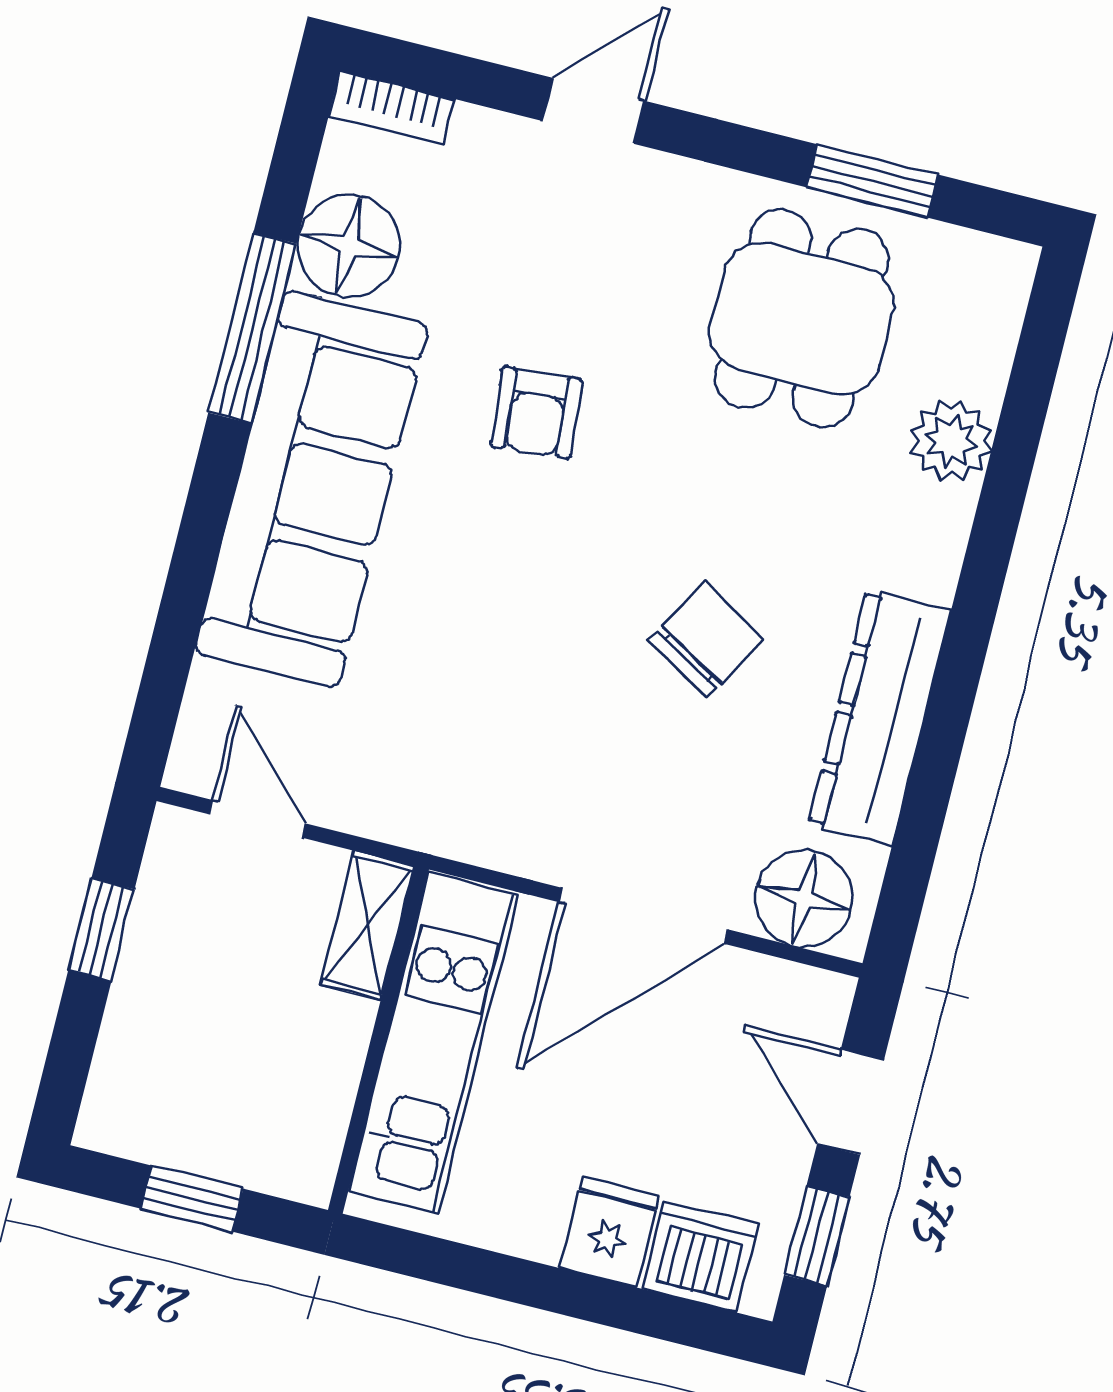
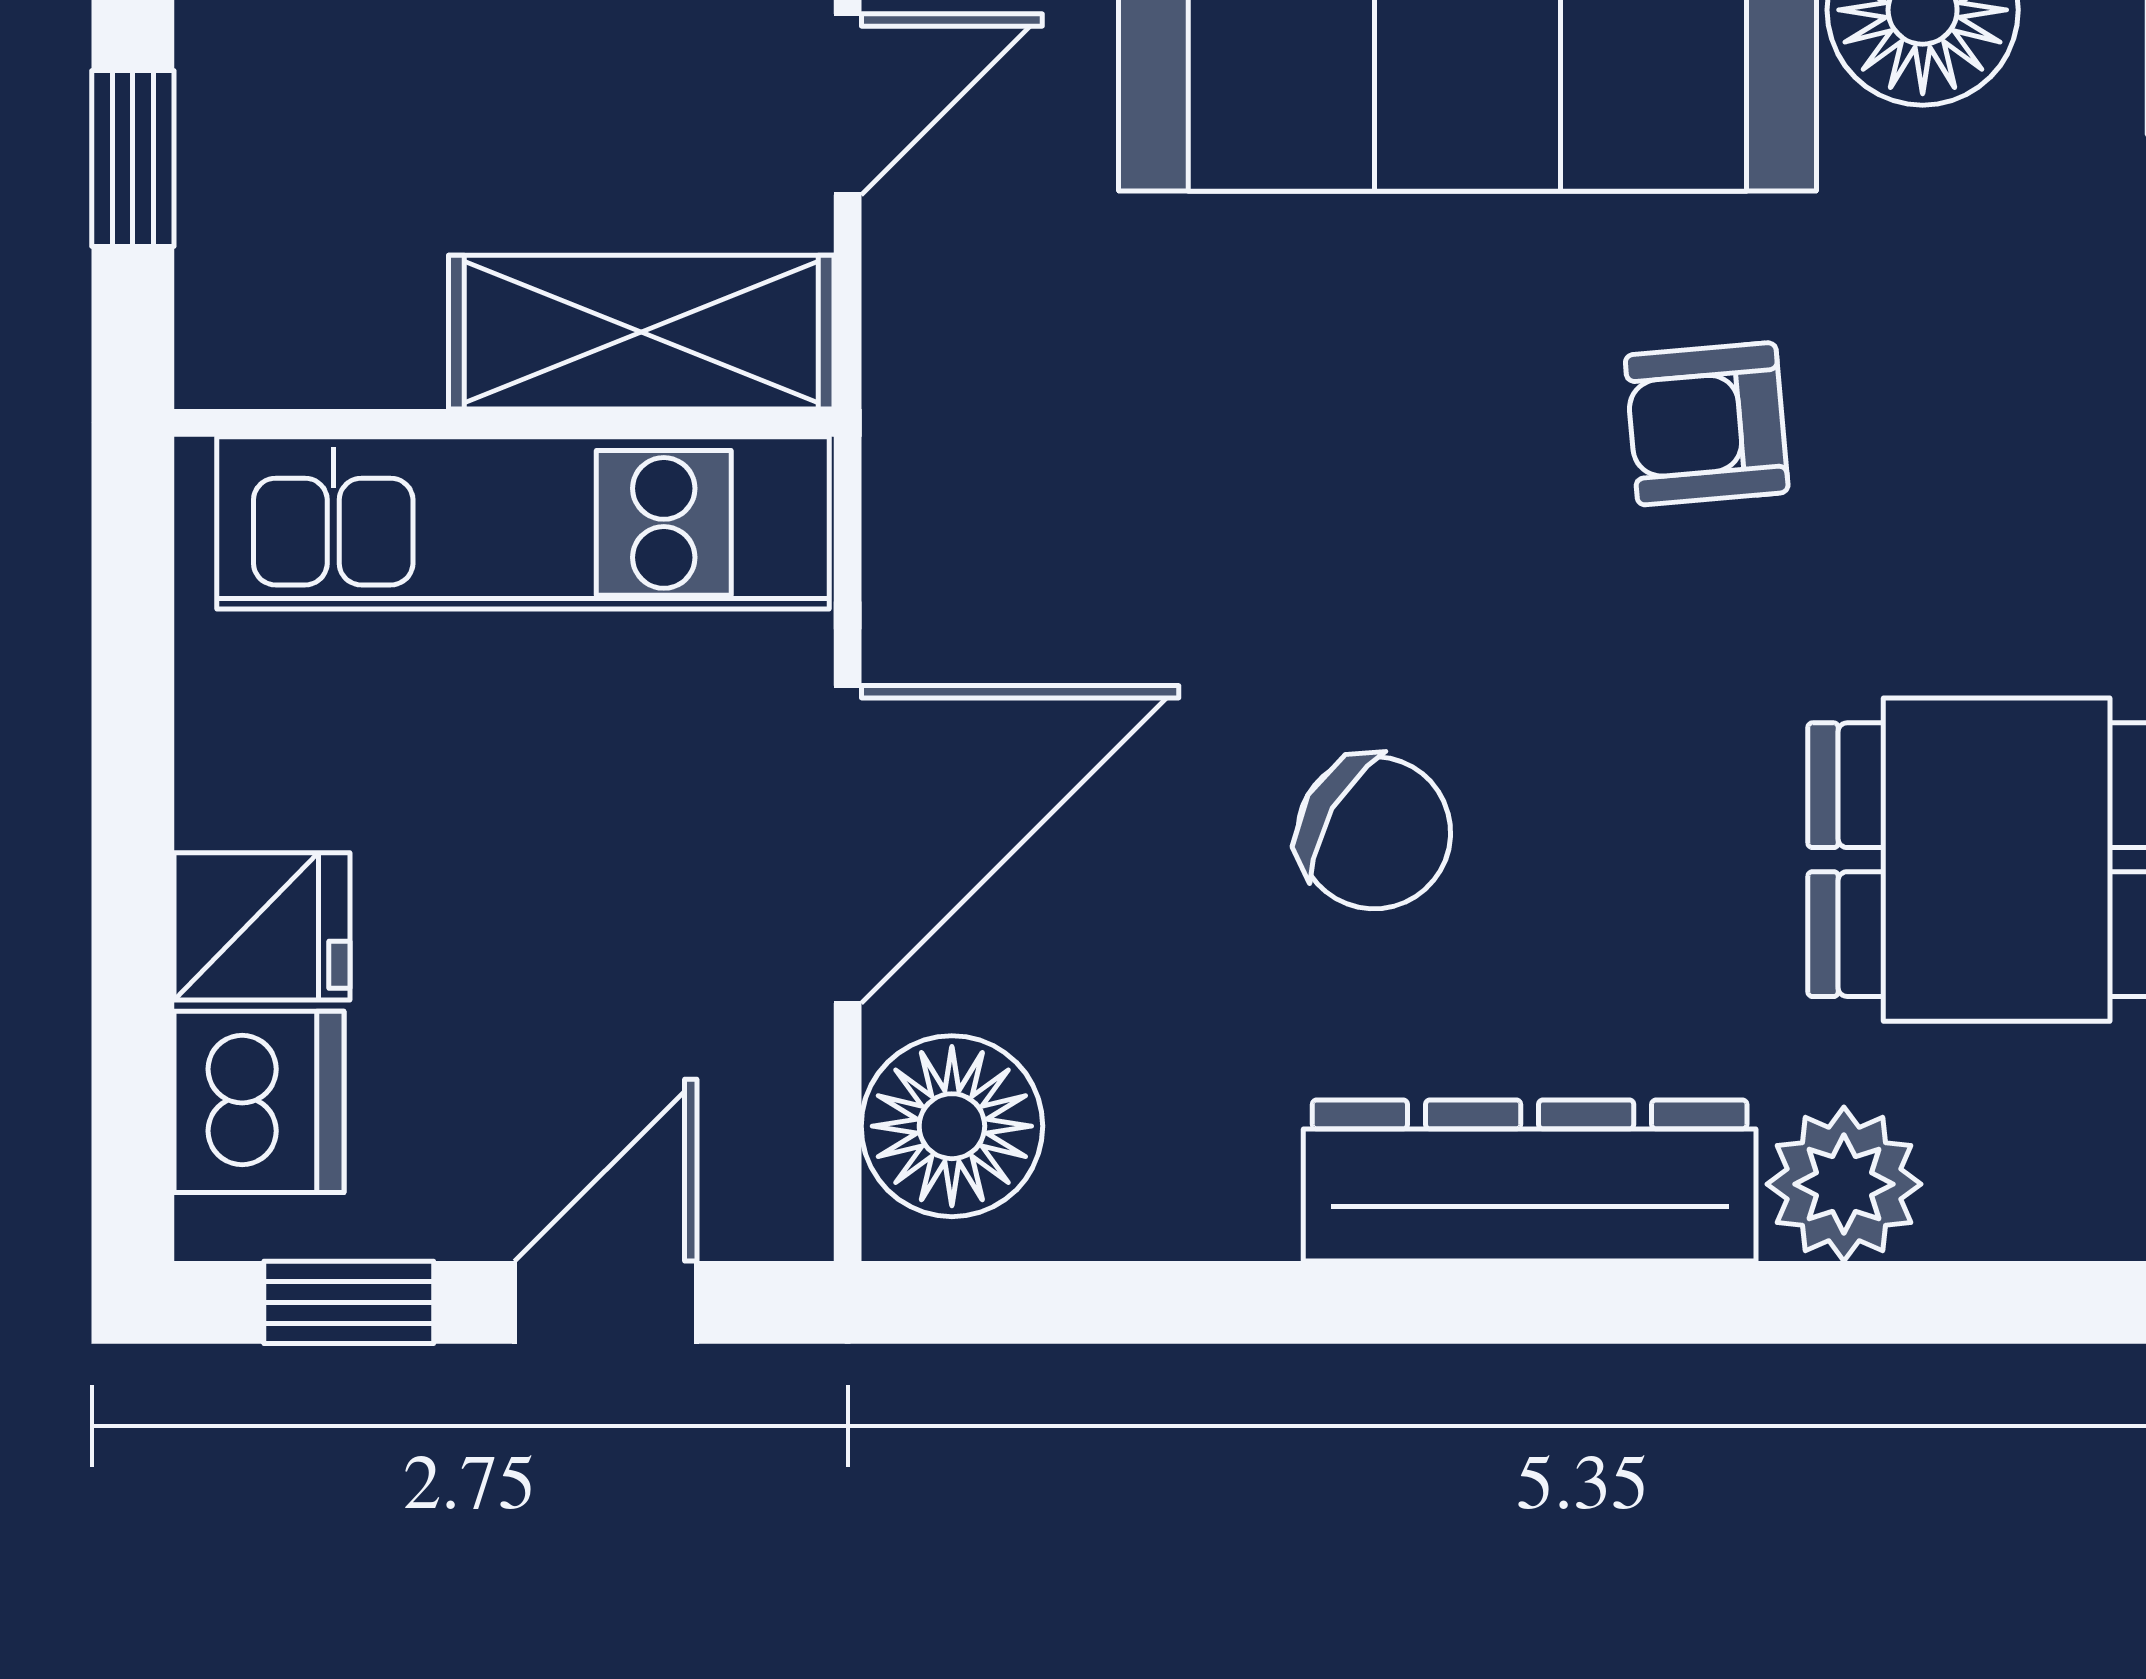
dresser: (880, 717) -> (1530, 1181), moved
door: (643, 916) -> (848, 844), swing flipped
shelving: (368, 925) -> (641, 332), width x1.50, depth x1.33

